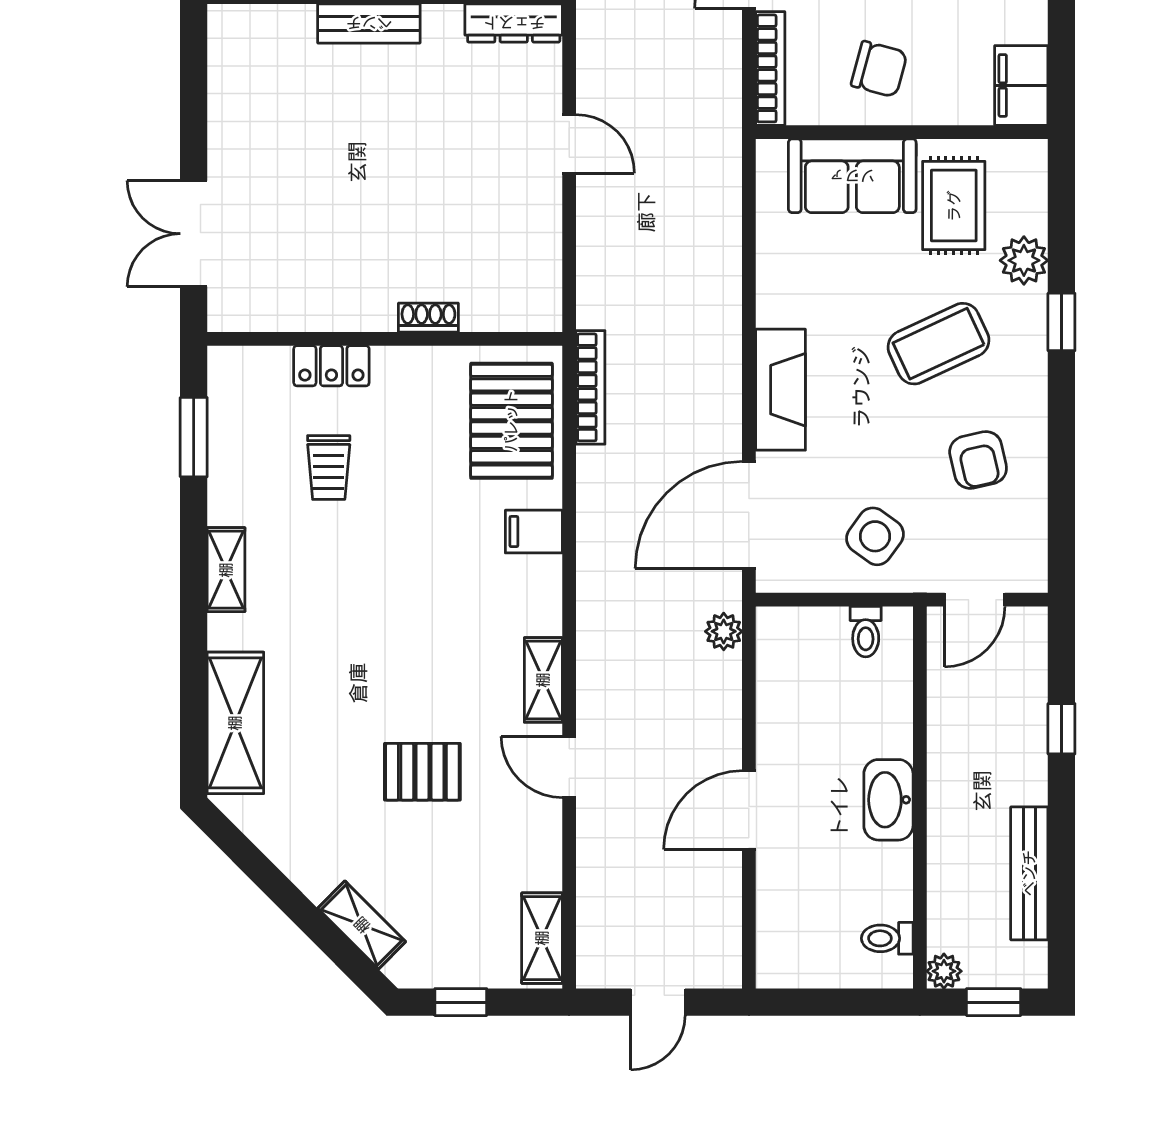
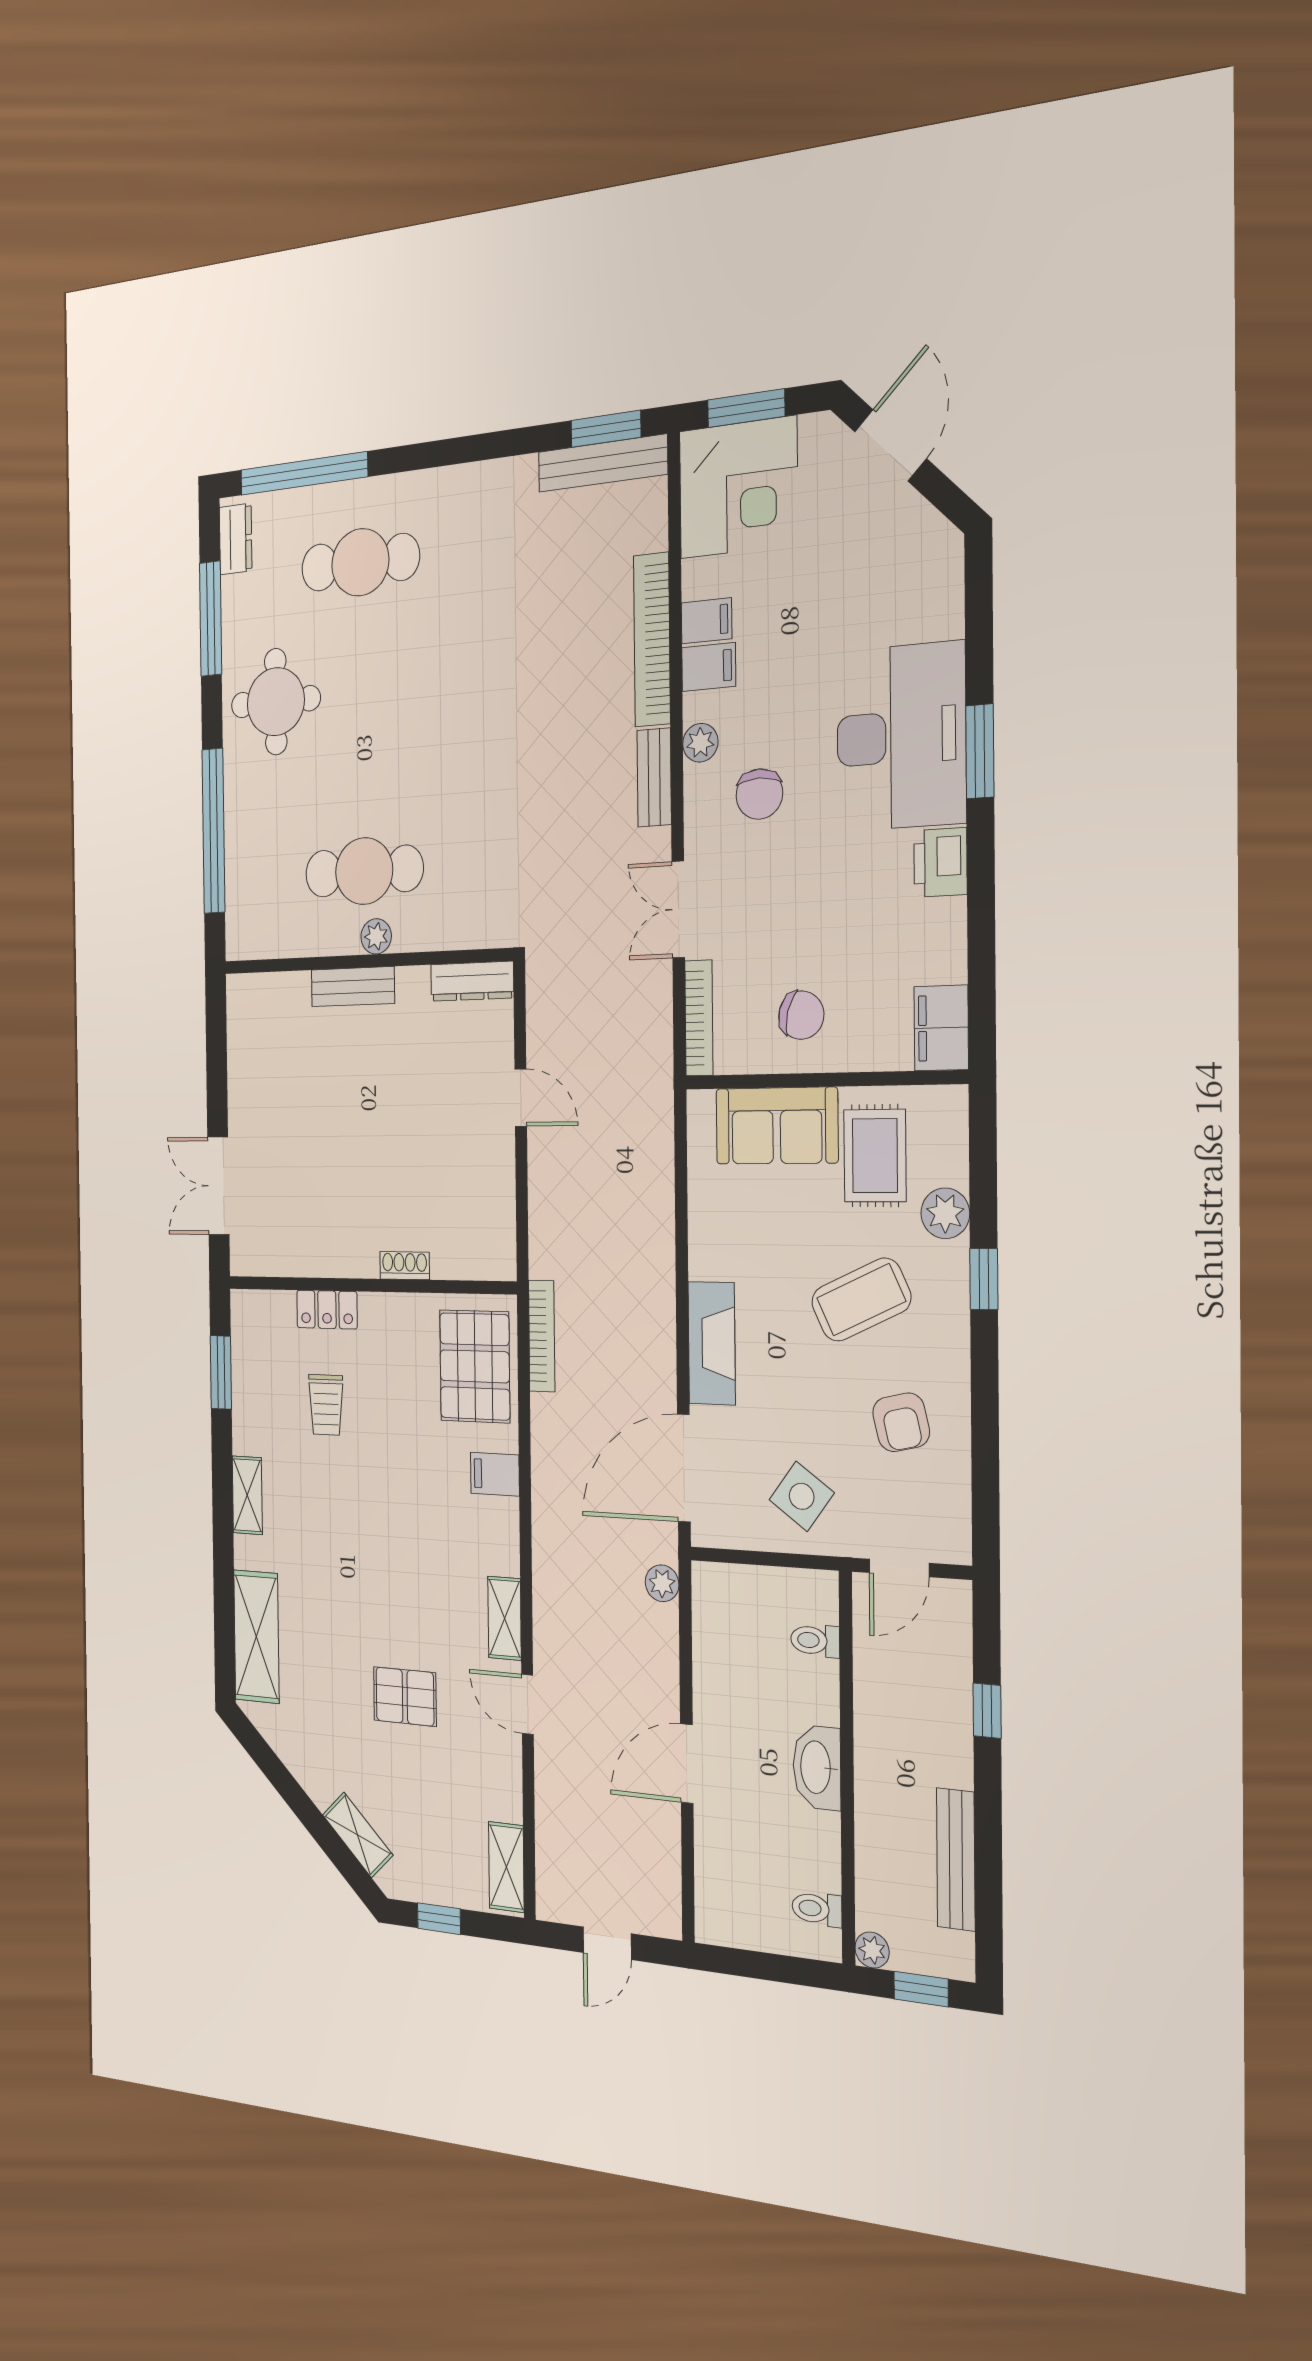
toilet: (866, 632) -> (815, 1641), moved, turned 90

